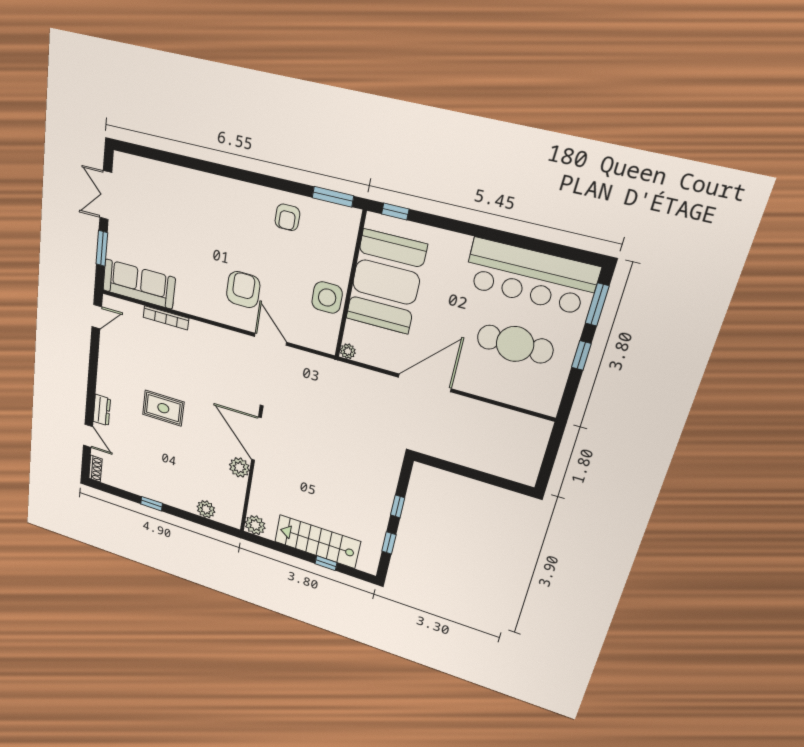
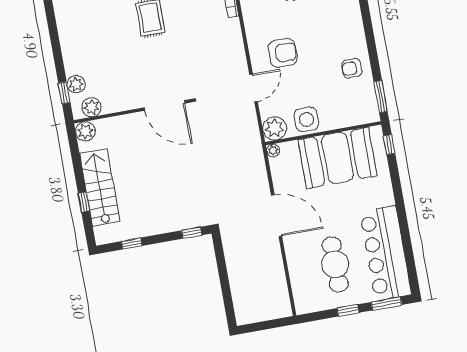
plant: (324, 338) -> (274, 128), added
door: (256, 439) -> (165, 105), swing flipped
plant: (239, 467) -> (91, 107), moved
window: (152, 504) -> (64, 93), moved
window: (398, 506) -> (192, 233), moved

